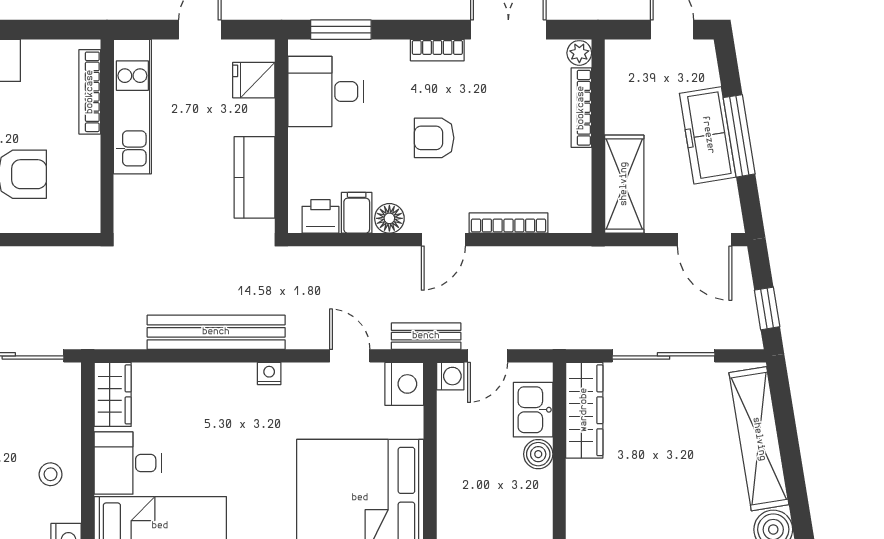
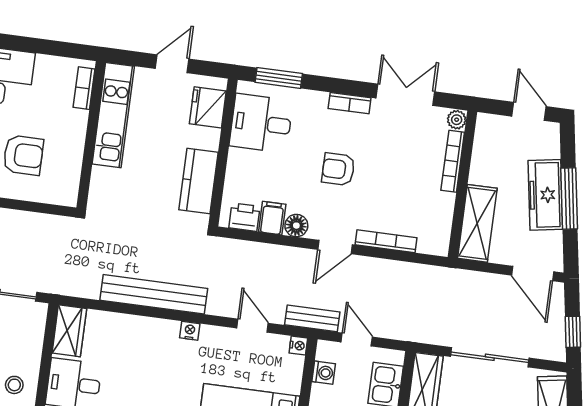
fridge: (254, 80) -> (208, 107), width x1.38
bookcase: (90, 92) -> (84, 88), width x0.64
door: (488, 356) -> (357, 340), swing flipped
washing machine: (450, 376) -> (324, 373), moved
nightstand: (404, 384) -> (298, 346), width x0.53, depth x0.56

